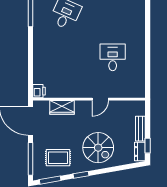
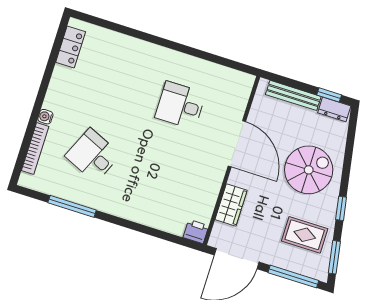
door: (100, 99) -> (237, 144), width x1.88
bench: (140, 129) -> (293, 95), width x1.36
rug: (58, 158) -> (305, 235), turned 90

